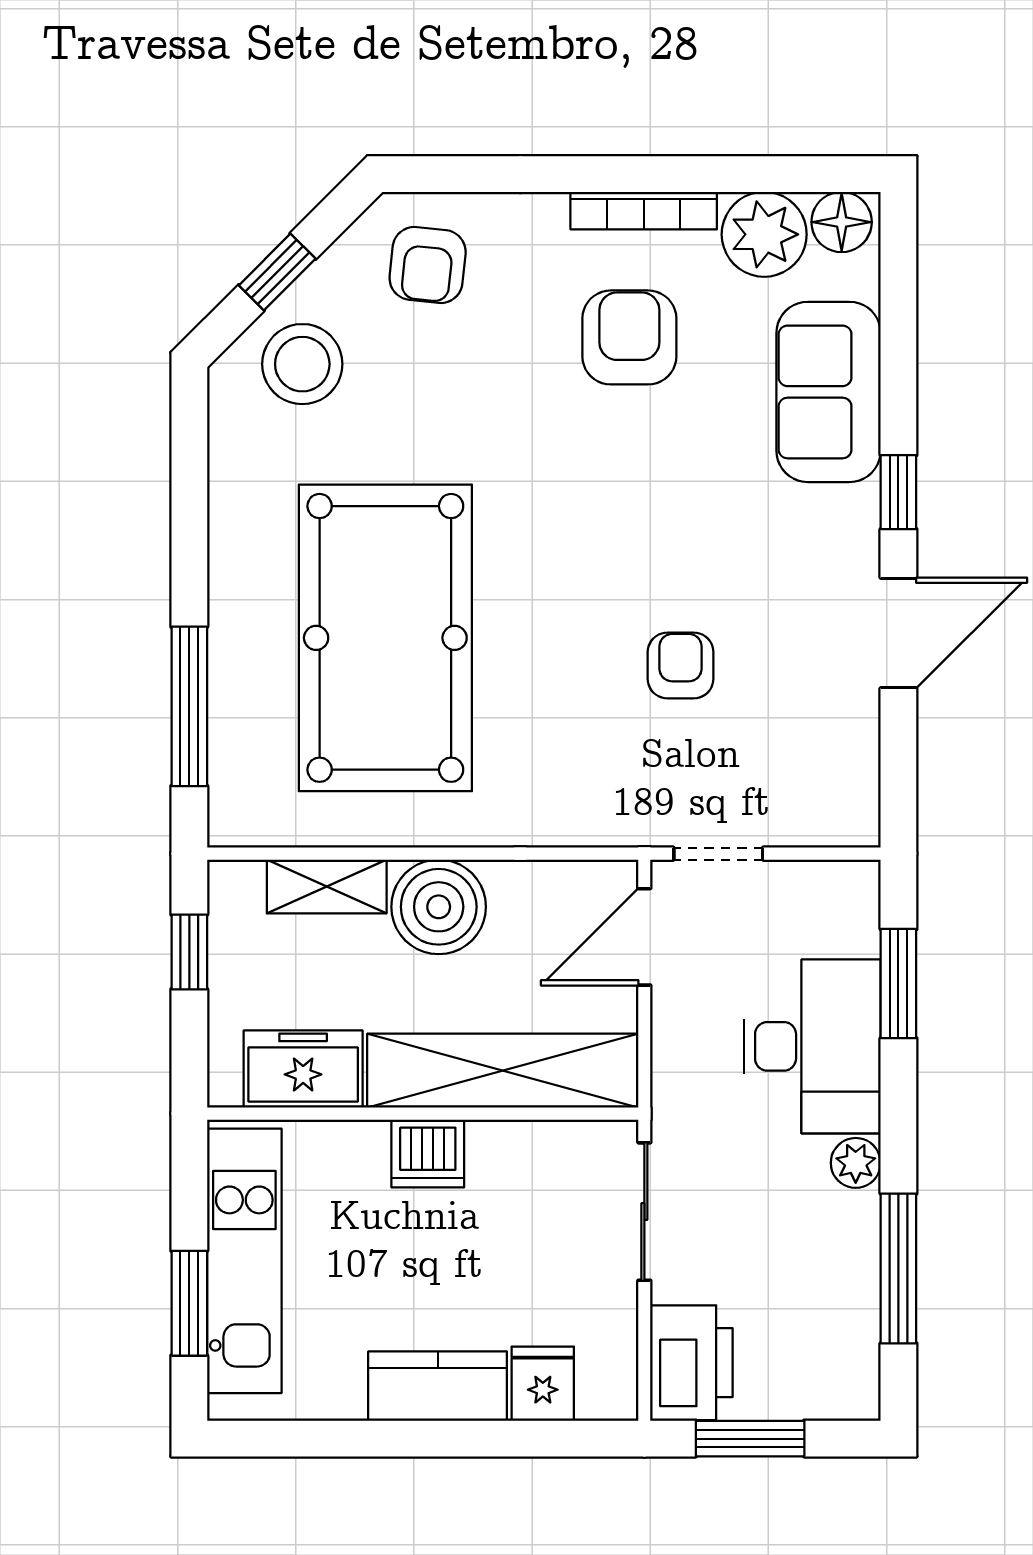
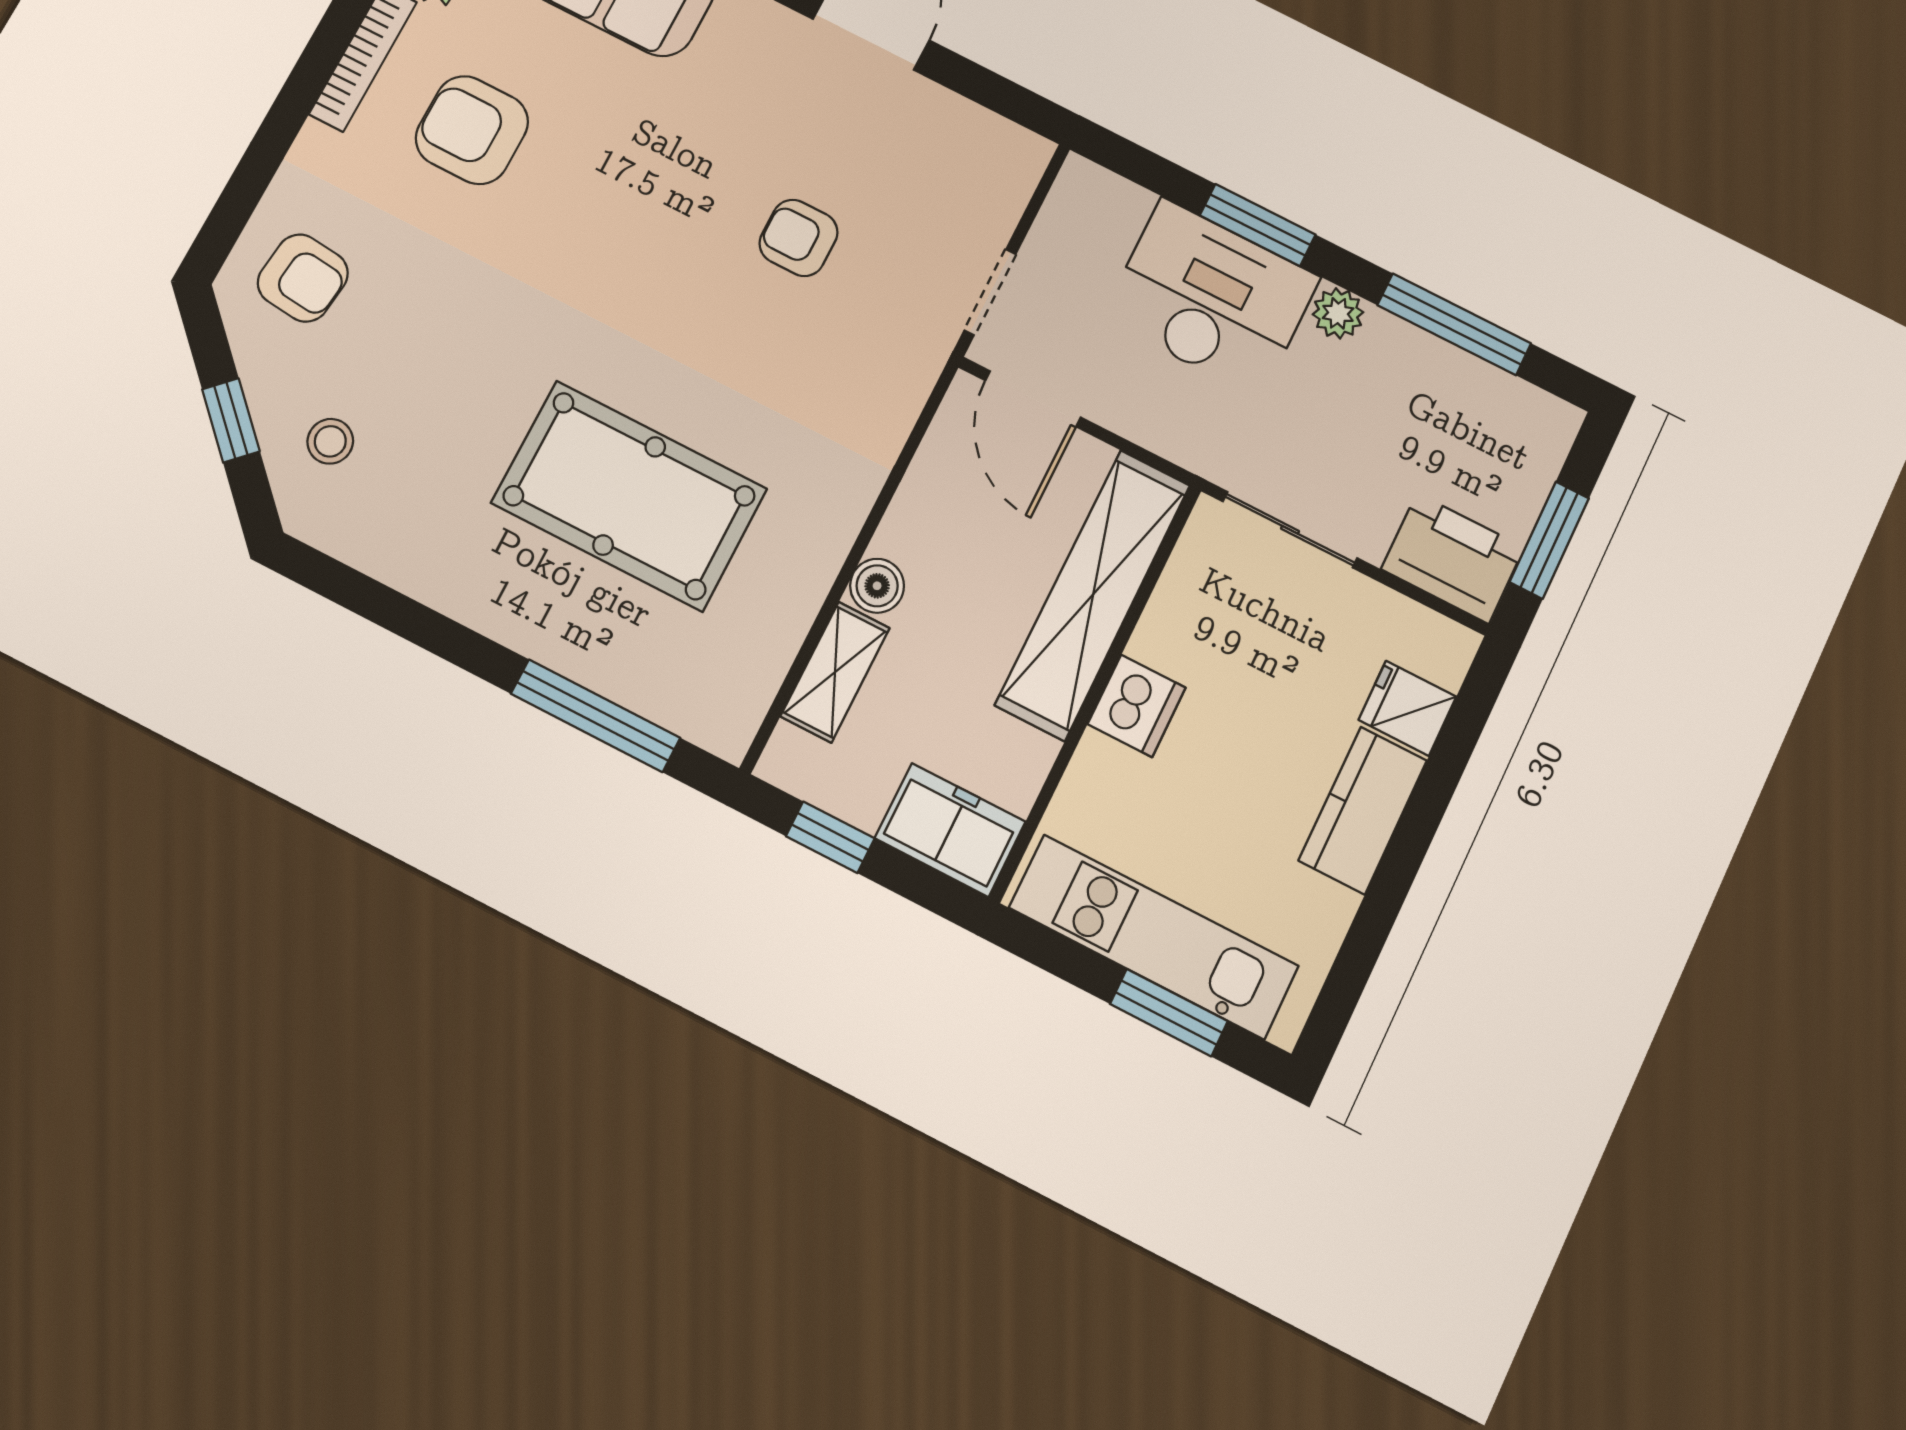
stool: (302, 364) -> (330, 441), width x0.53, depth x0.53
pool table: (385, 638) -> (629, 496), width x0.73, depth x0.76
boiler: (439, 907) -> (877, 586), width x0.54, depth x0.54
window: (898, 984) -> (1258, 225), moved
freezer: (303, 1069) -> (950, 830), moved, turned 90

